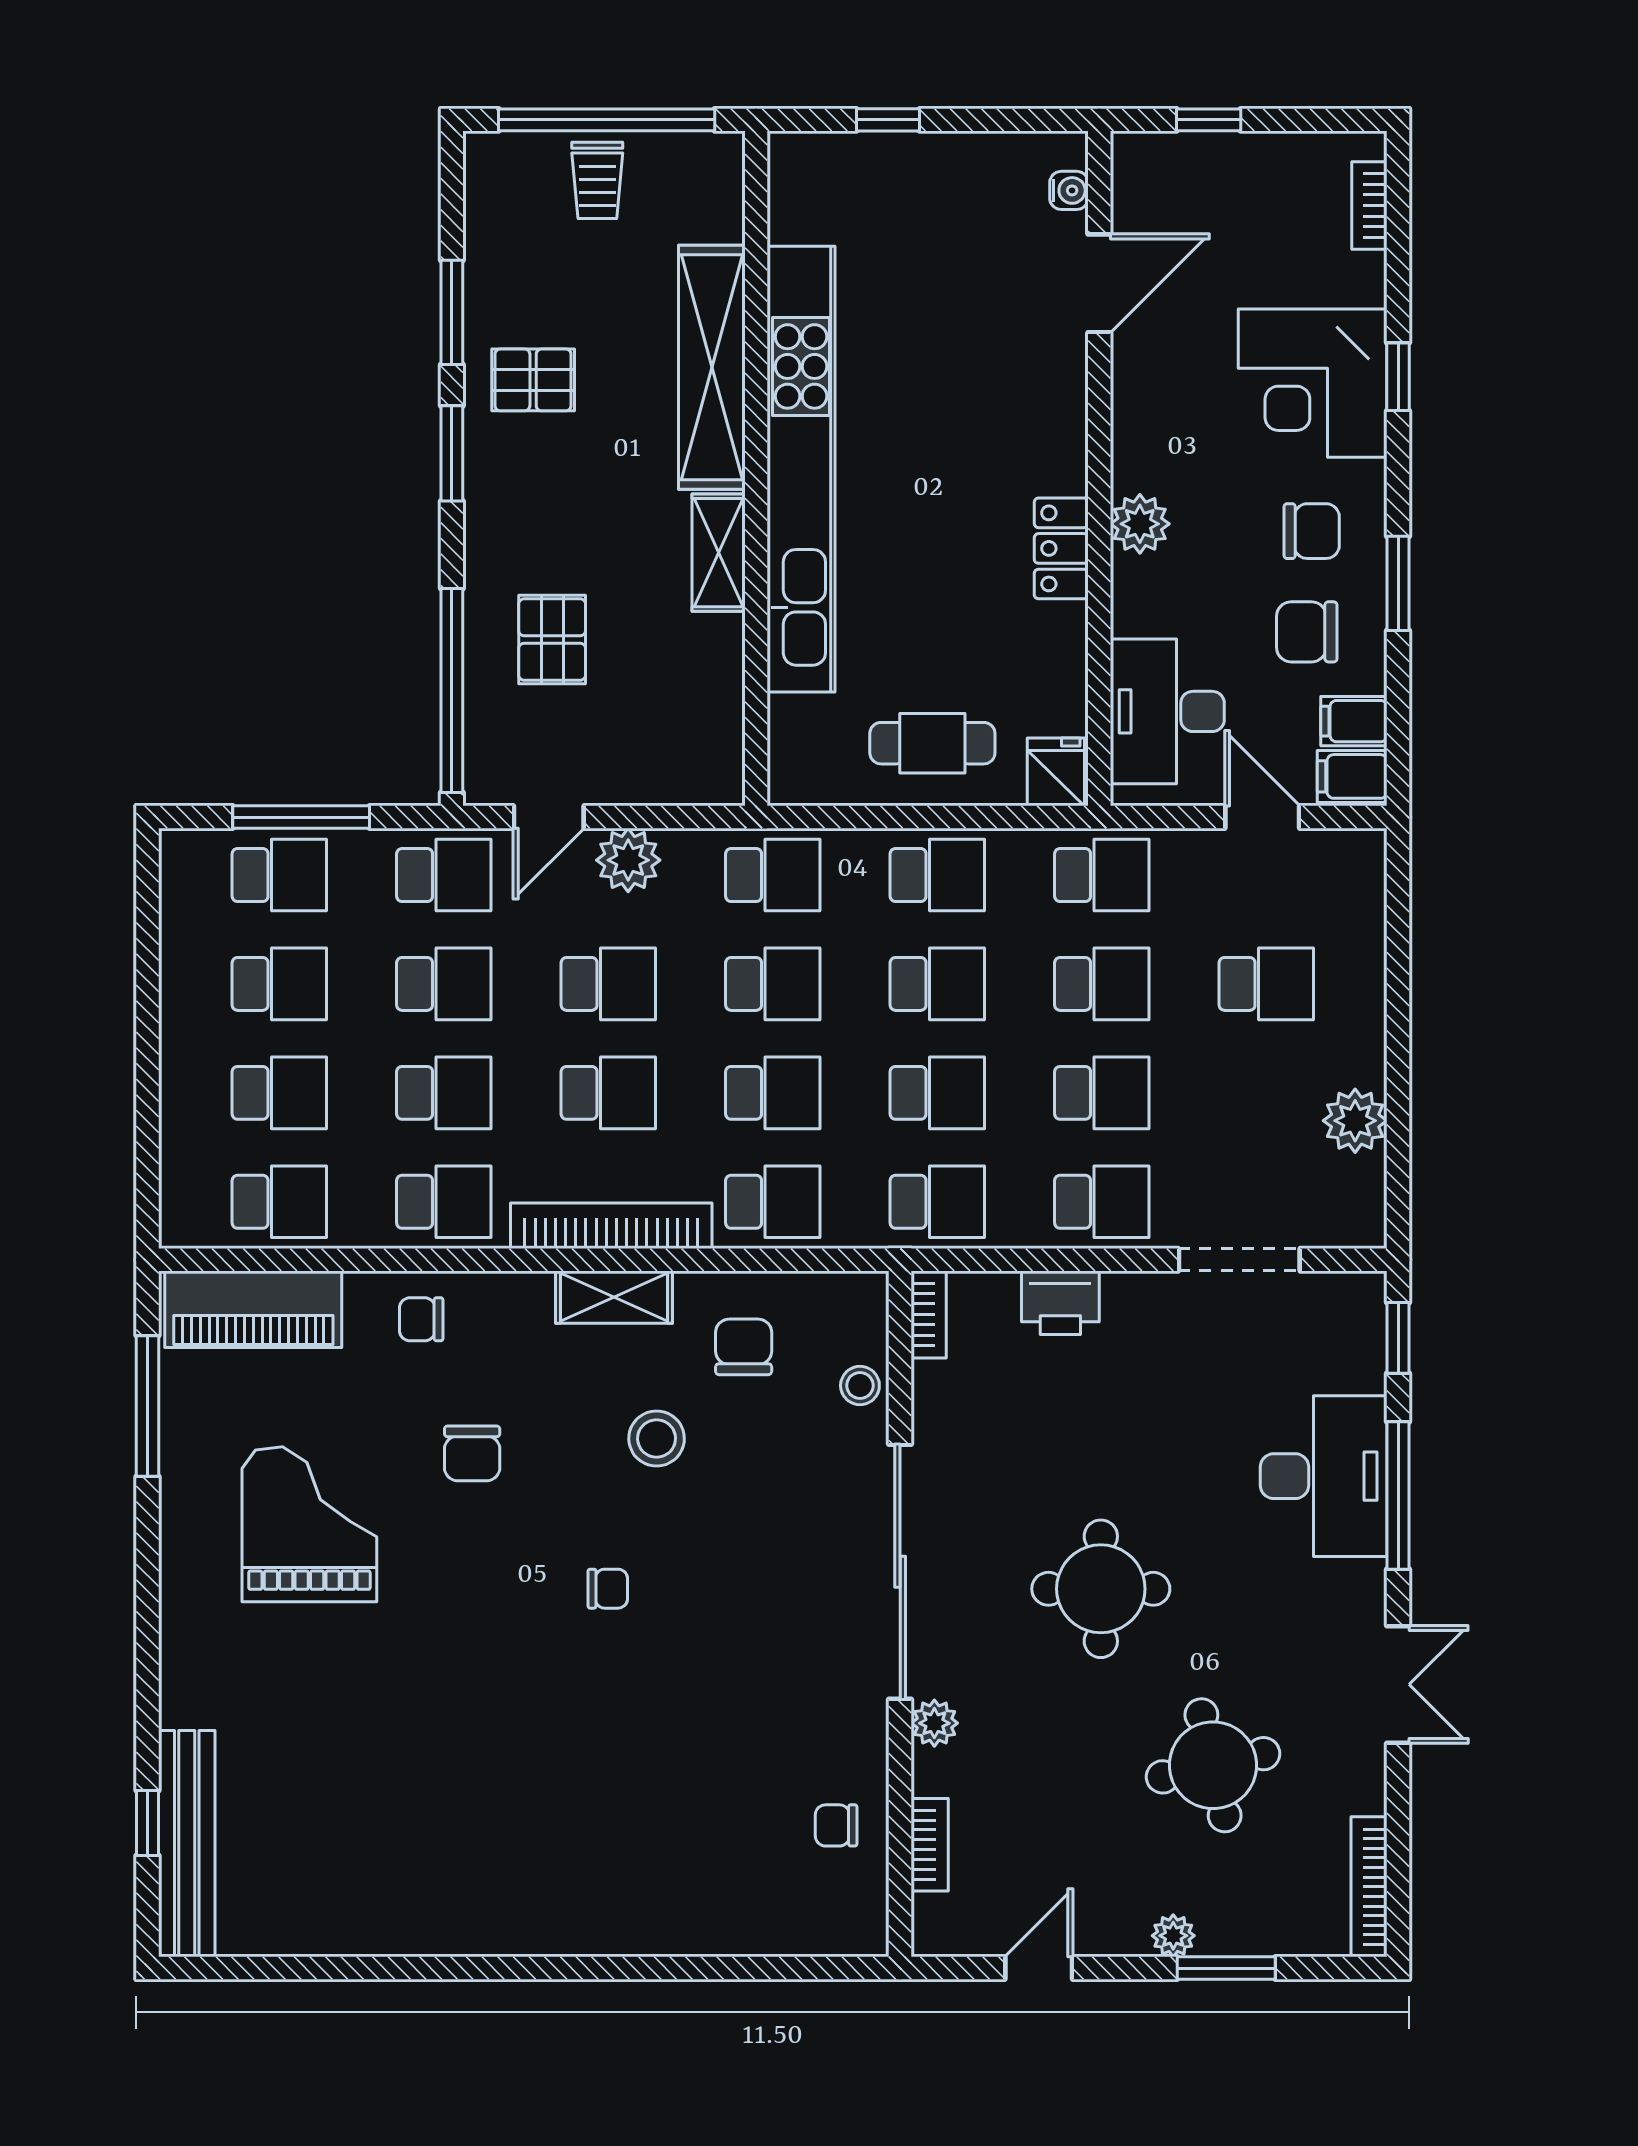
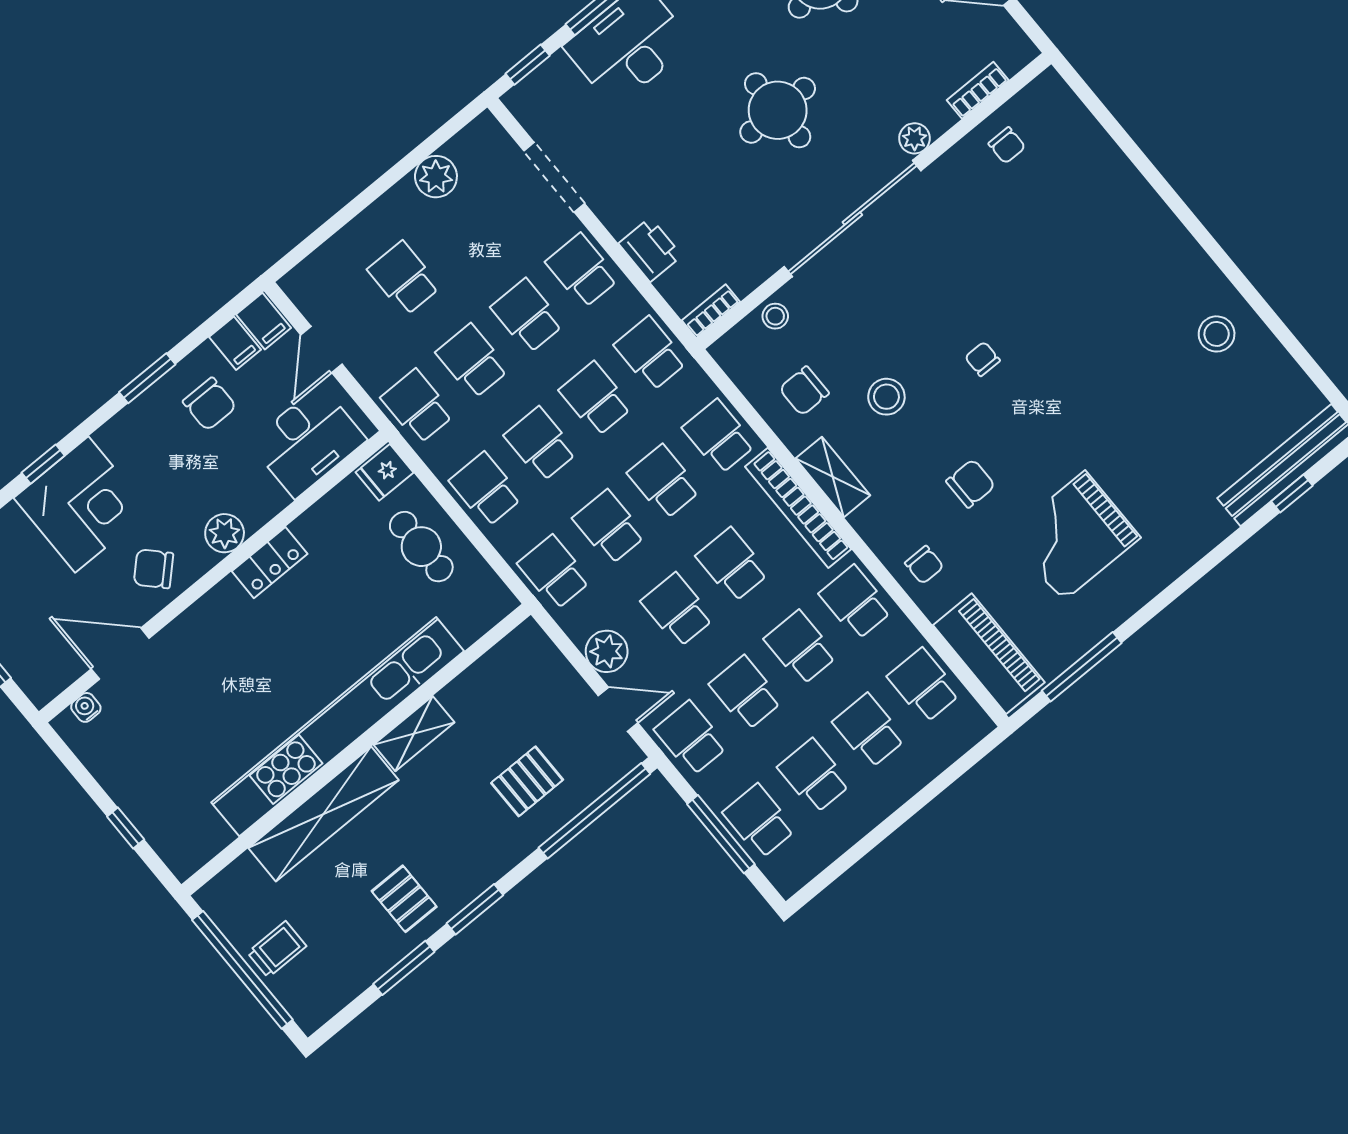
chair: (1312, 531) -> (153, 569), moved, turned -44
stool: (409, 1889) -> (1217, 334), added

